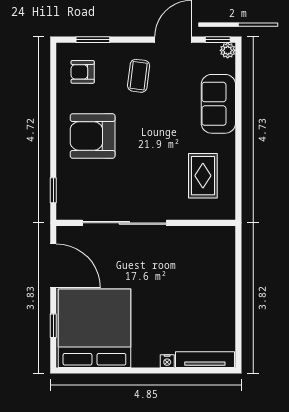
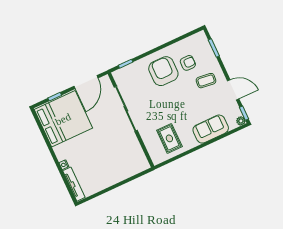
armchair: (83, 72) -> (188, 63), moved, turned 90
rug: (203, 176) -> (169, 138), turned 90

